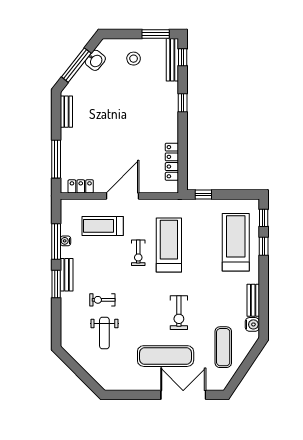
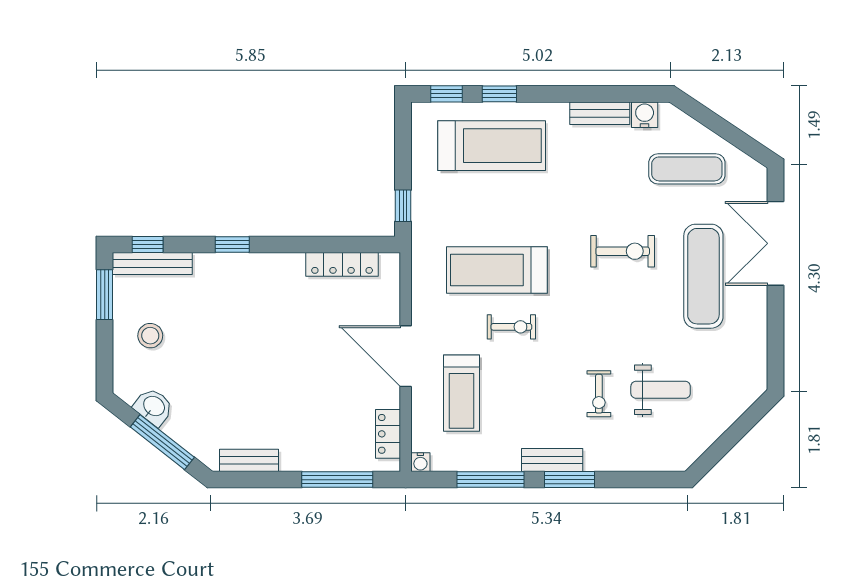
water cooler: (65, 241) -> (420, 462), moved
treadmill: (236, 242) -> (492, 146), turned 180

